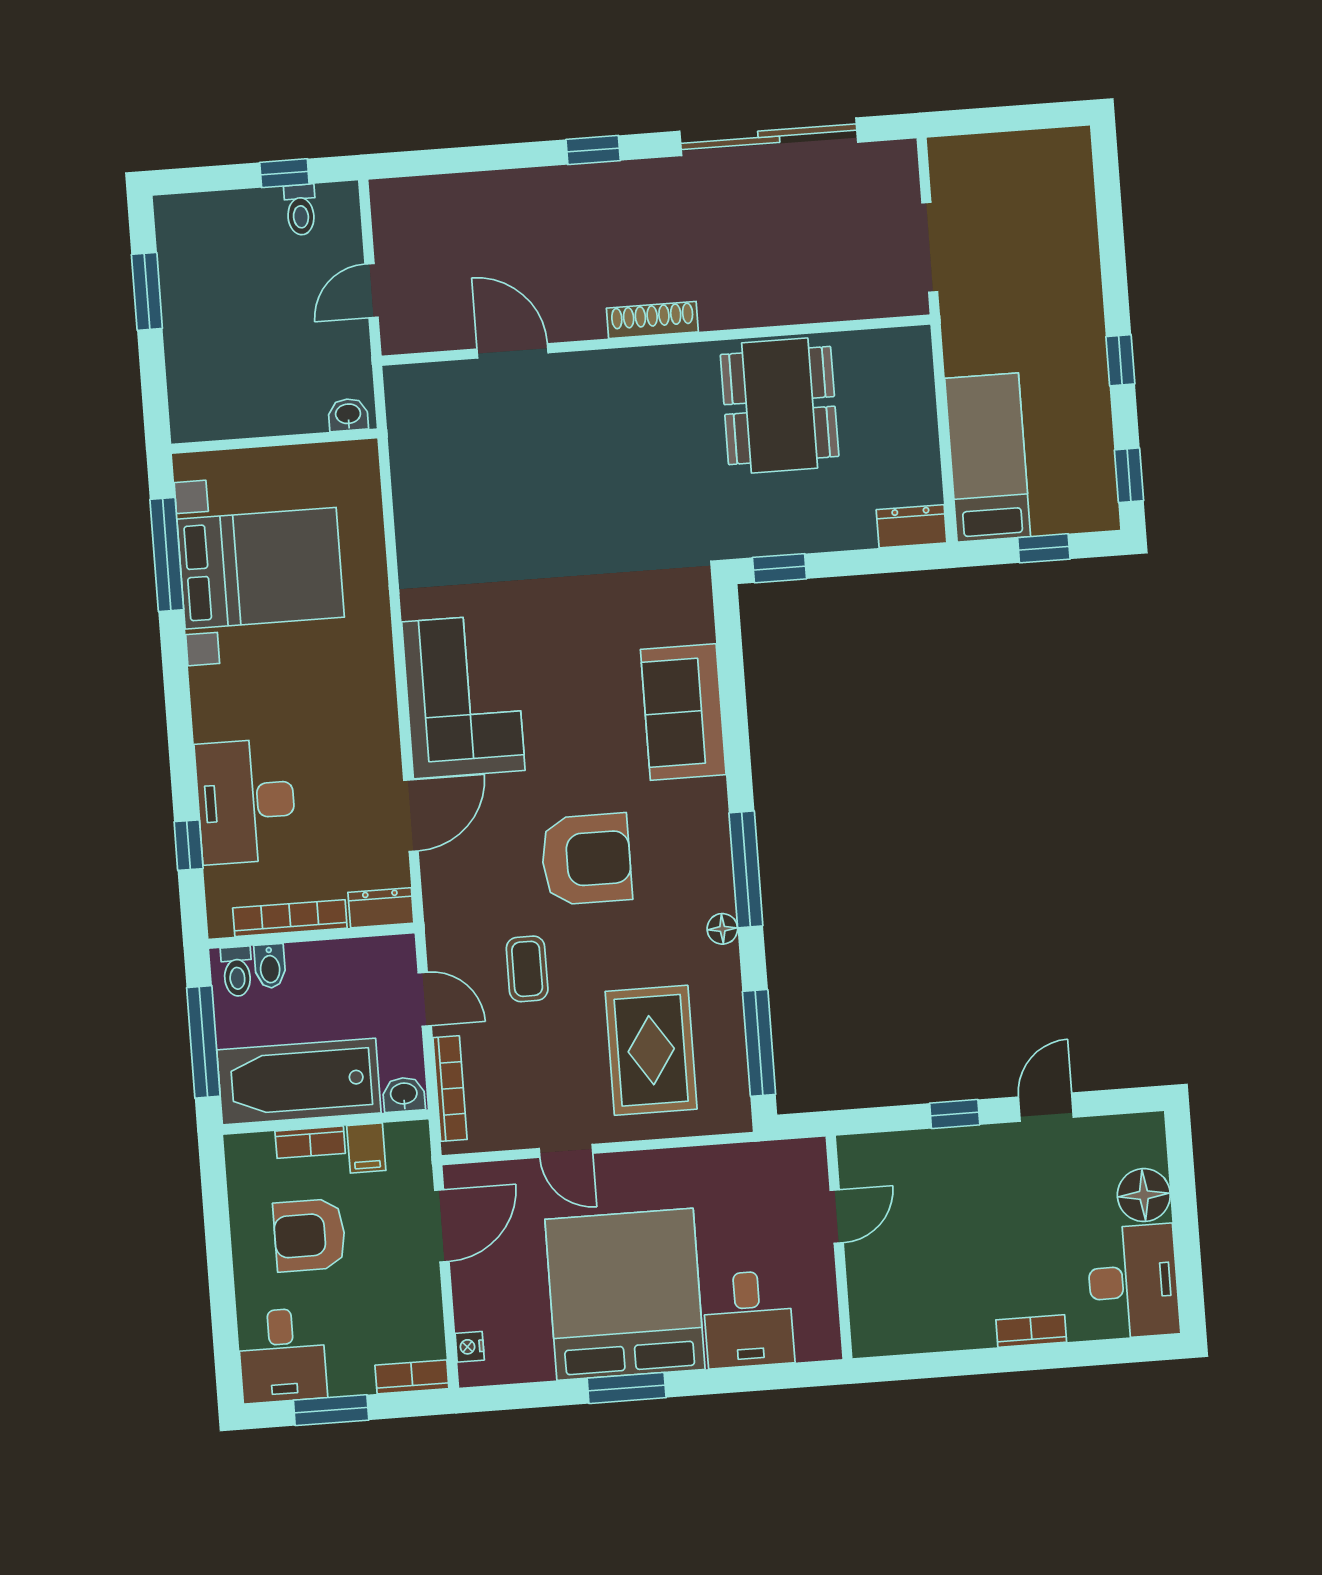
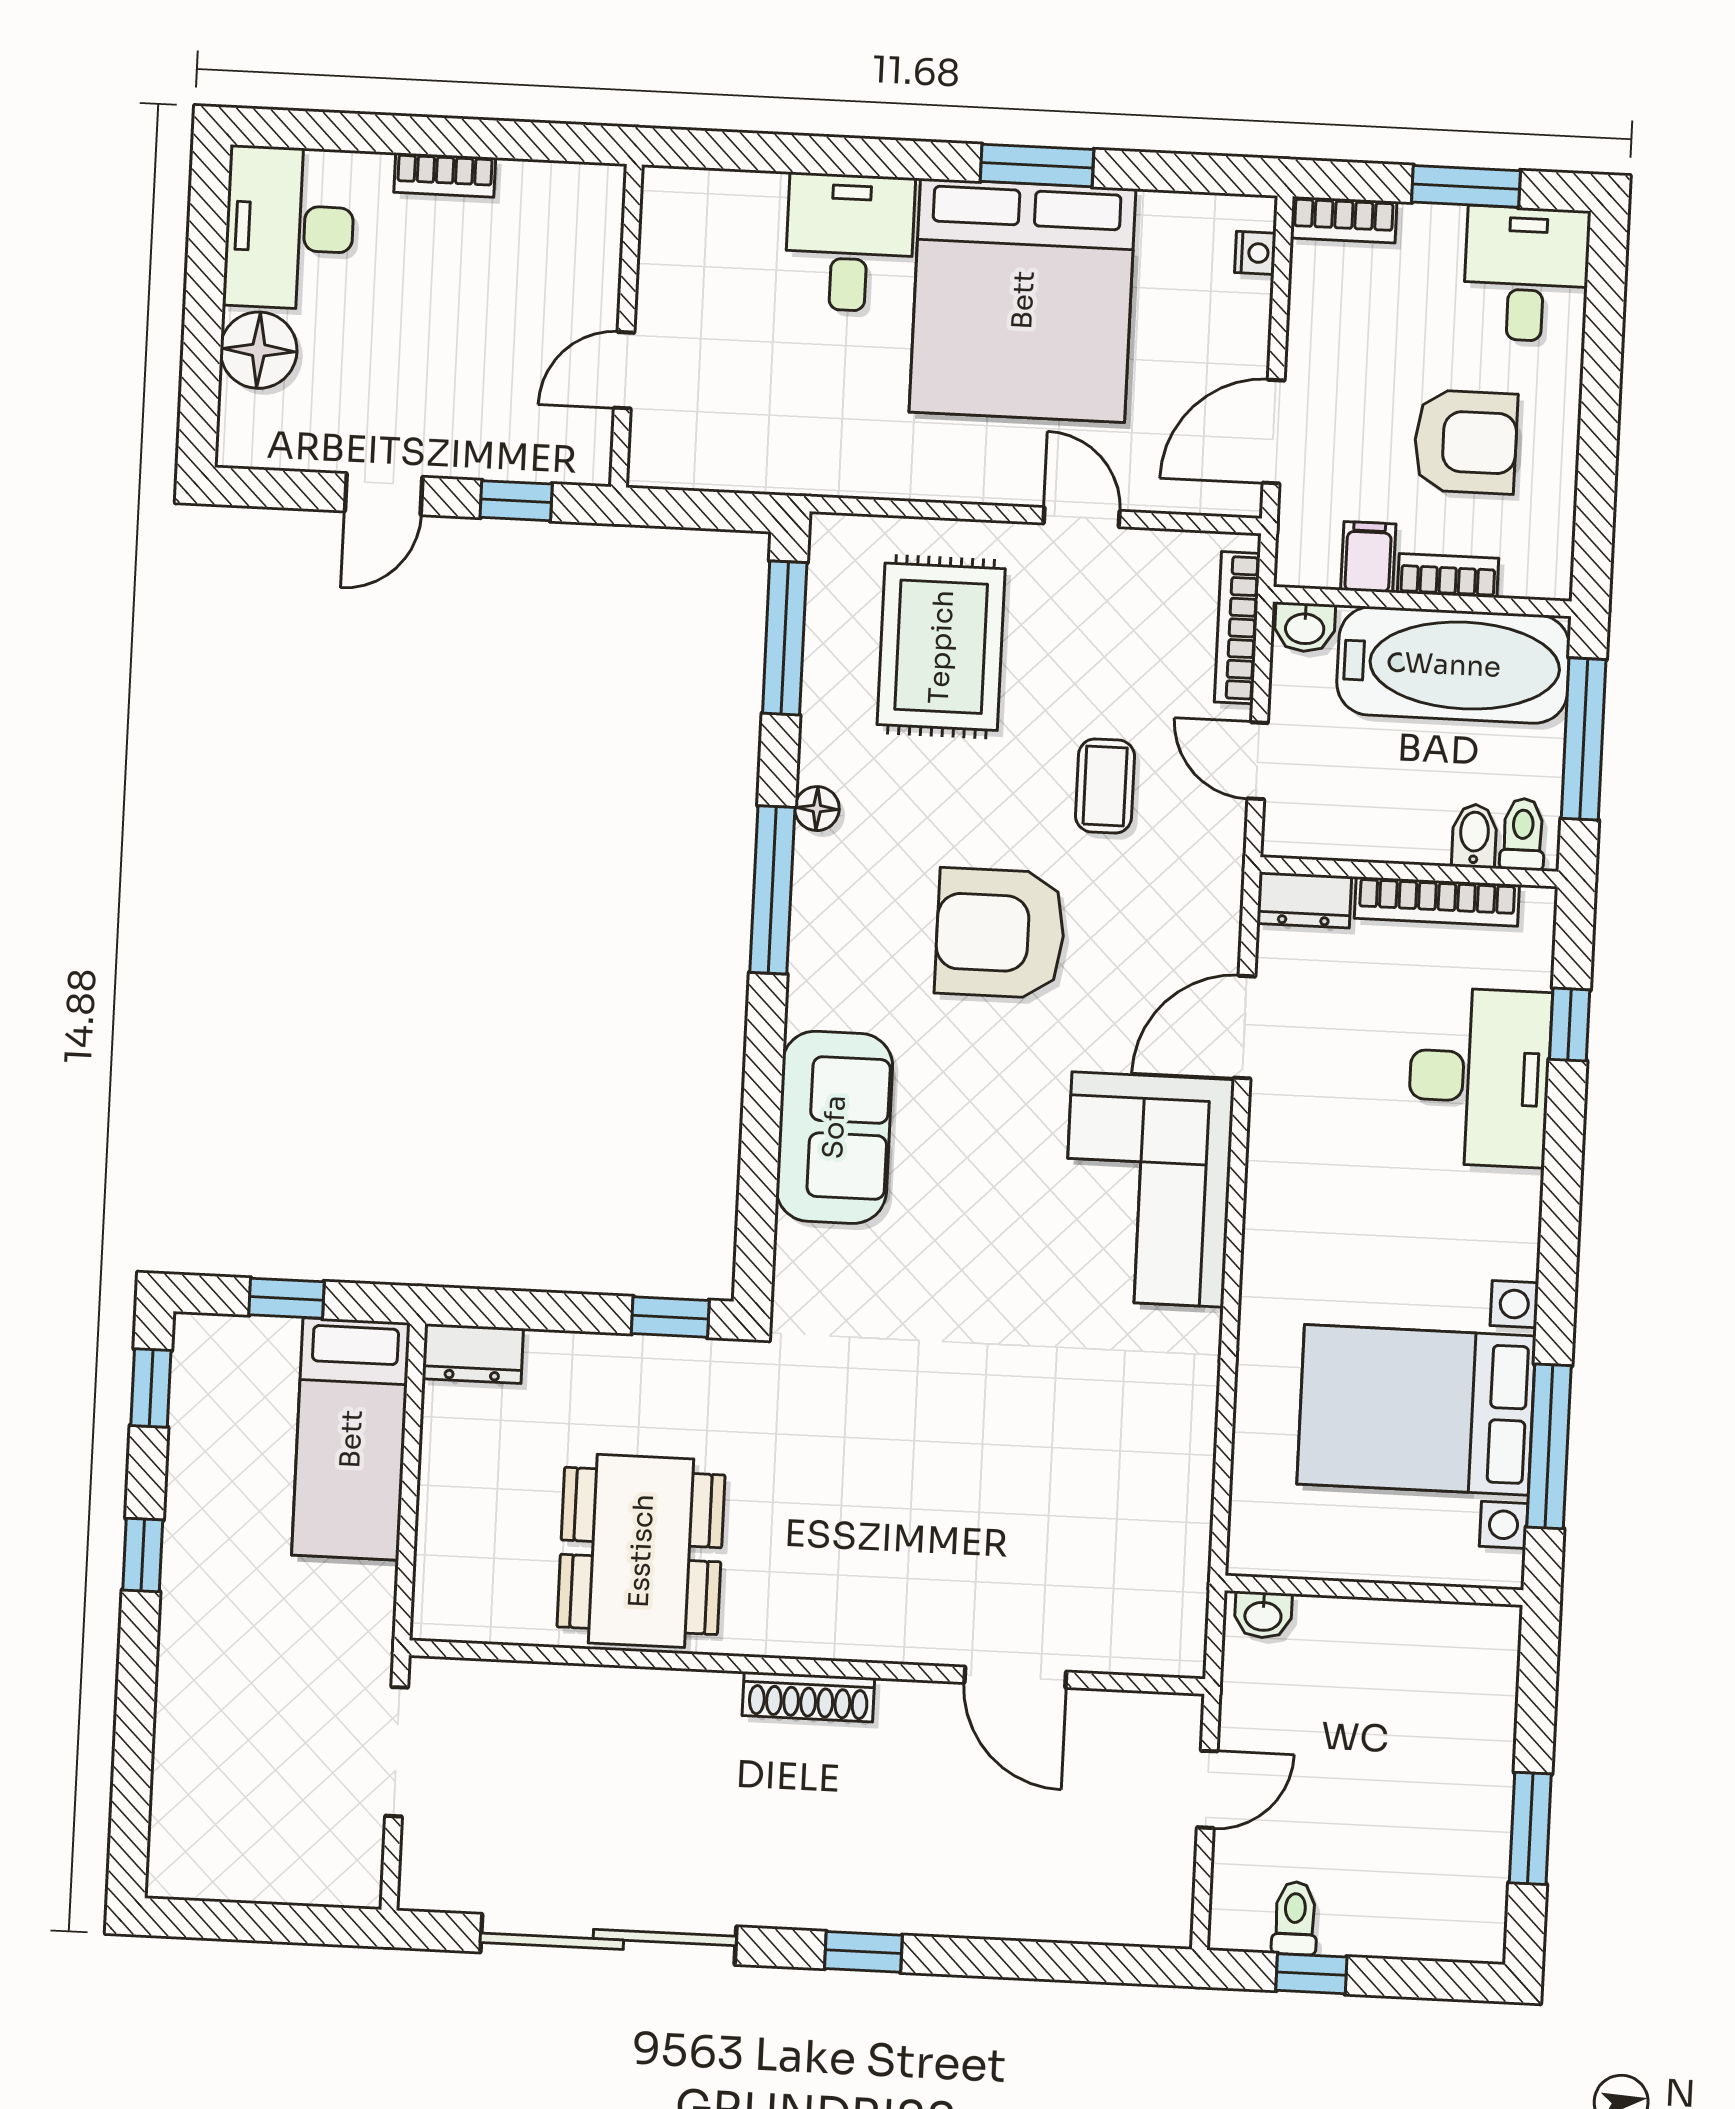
door: (837, 1217) -> (624, 370), moved
wall: (839, 1247) -> (626, 326), moved

